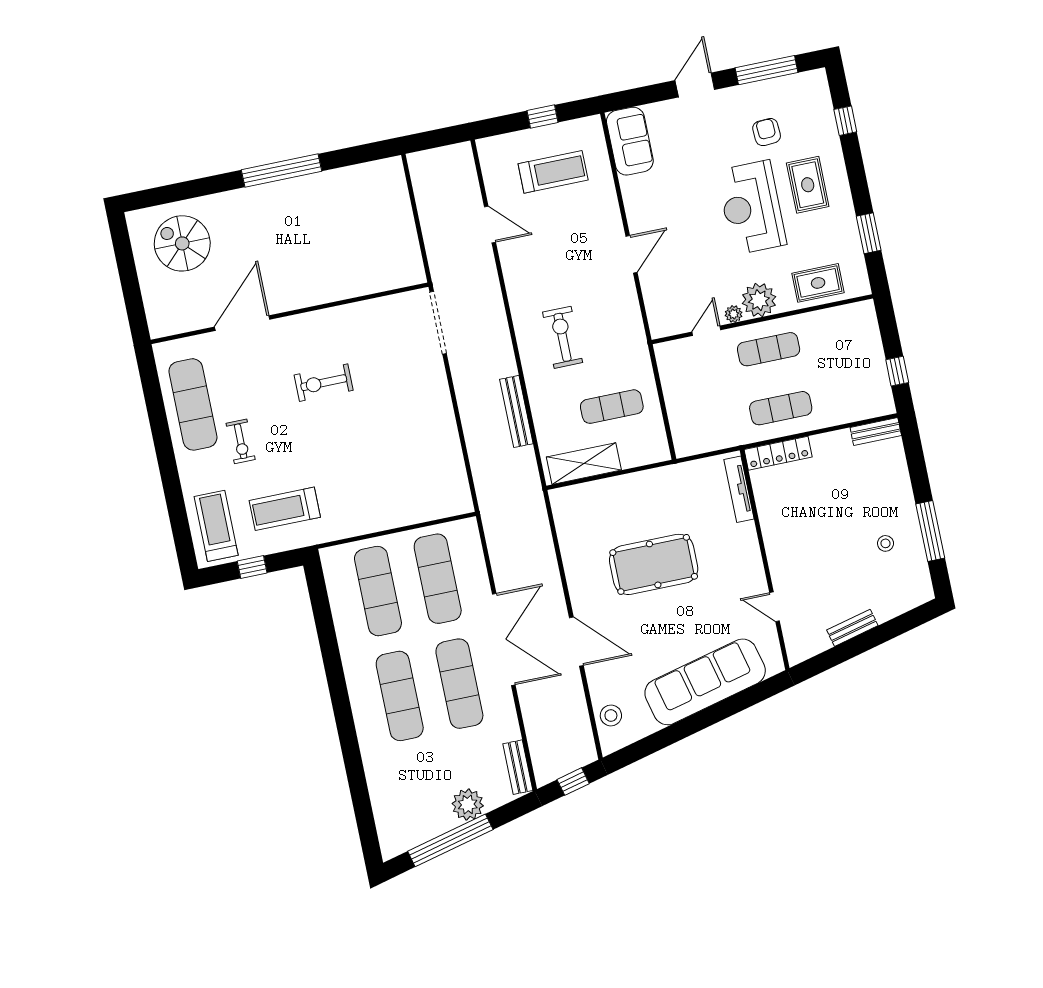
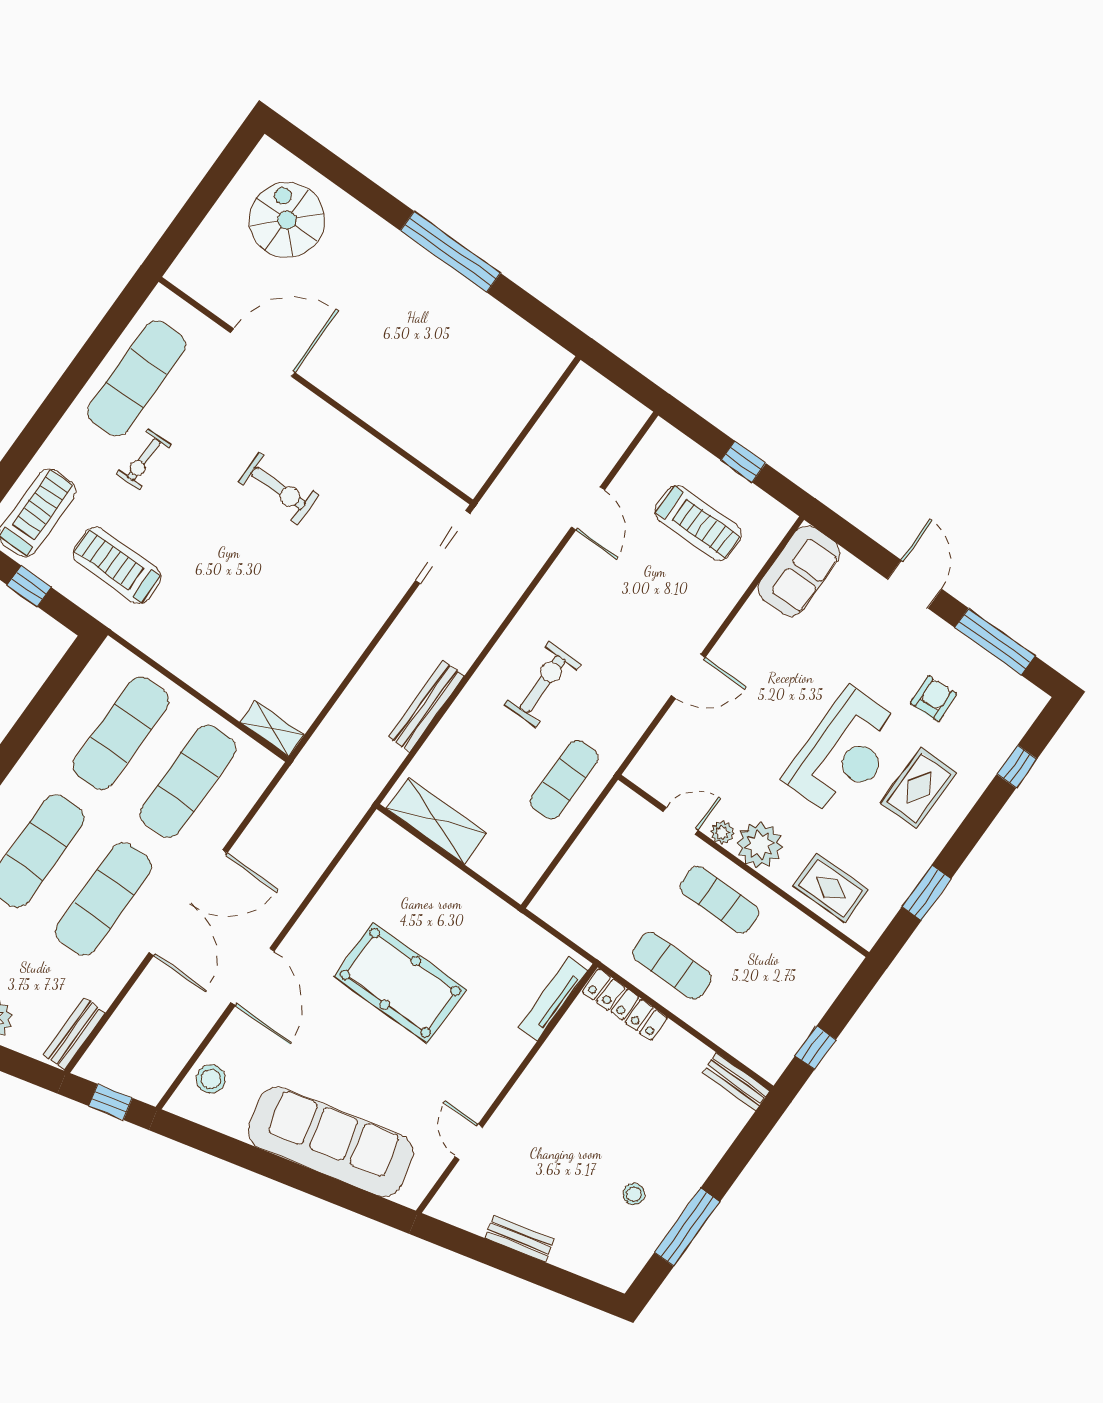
door: (695, 85) -> (915, 584), hinge flipped
reception desk: (752, 207) -> (845, 753), turned 180
exercise bike: (324, 383) -> (278, 488), turned 180
exercise mat: (612, 407) -> (564, 780), moved, turned 90
shelving: (451, 507) -> (272, 729), added

